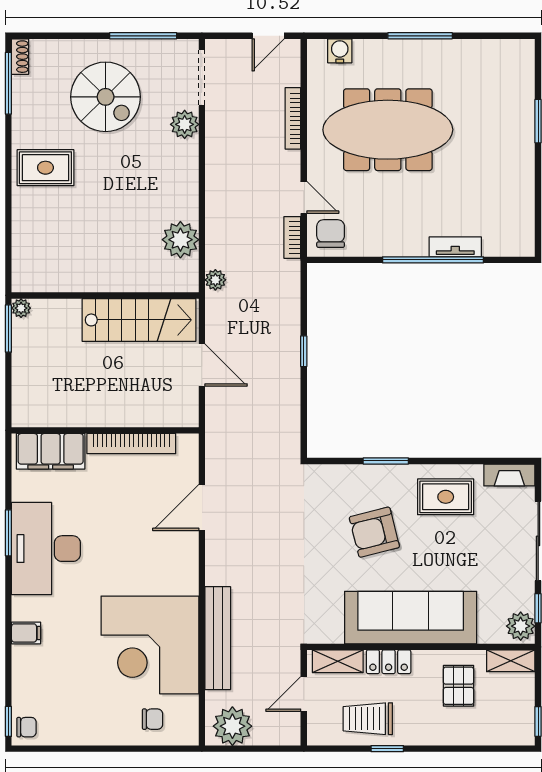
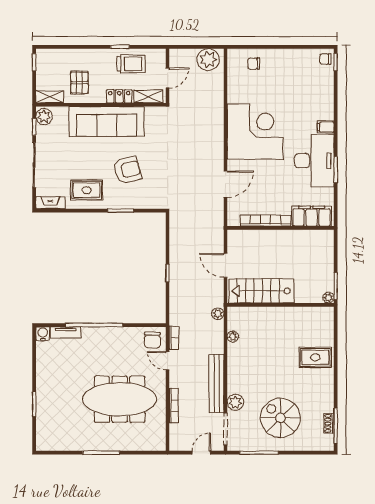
door: (268, 36) -> (201, 453), moved
water cooler: (340, 51) -> (43, 334), moved, turned 180
shoe rack: (20, 57) -> (329, 423), moved
rug: (45, 168) -> (315, 357), moved
plant: (180, 240) -> (233, 337), width x0.53, depth x0.53
tv unit: (455, 247) -> (66, 333), moved
filing cabinet: (26, 633) -> (326, 127), moved
bench: (218, 638) -> (216, 383), moved
corner desk: (150, 645) -> (255, 132), moved

